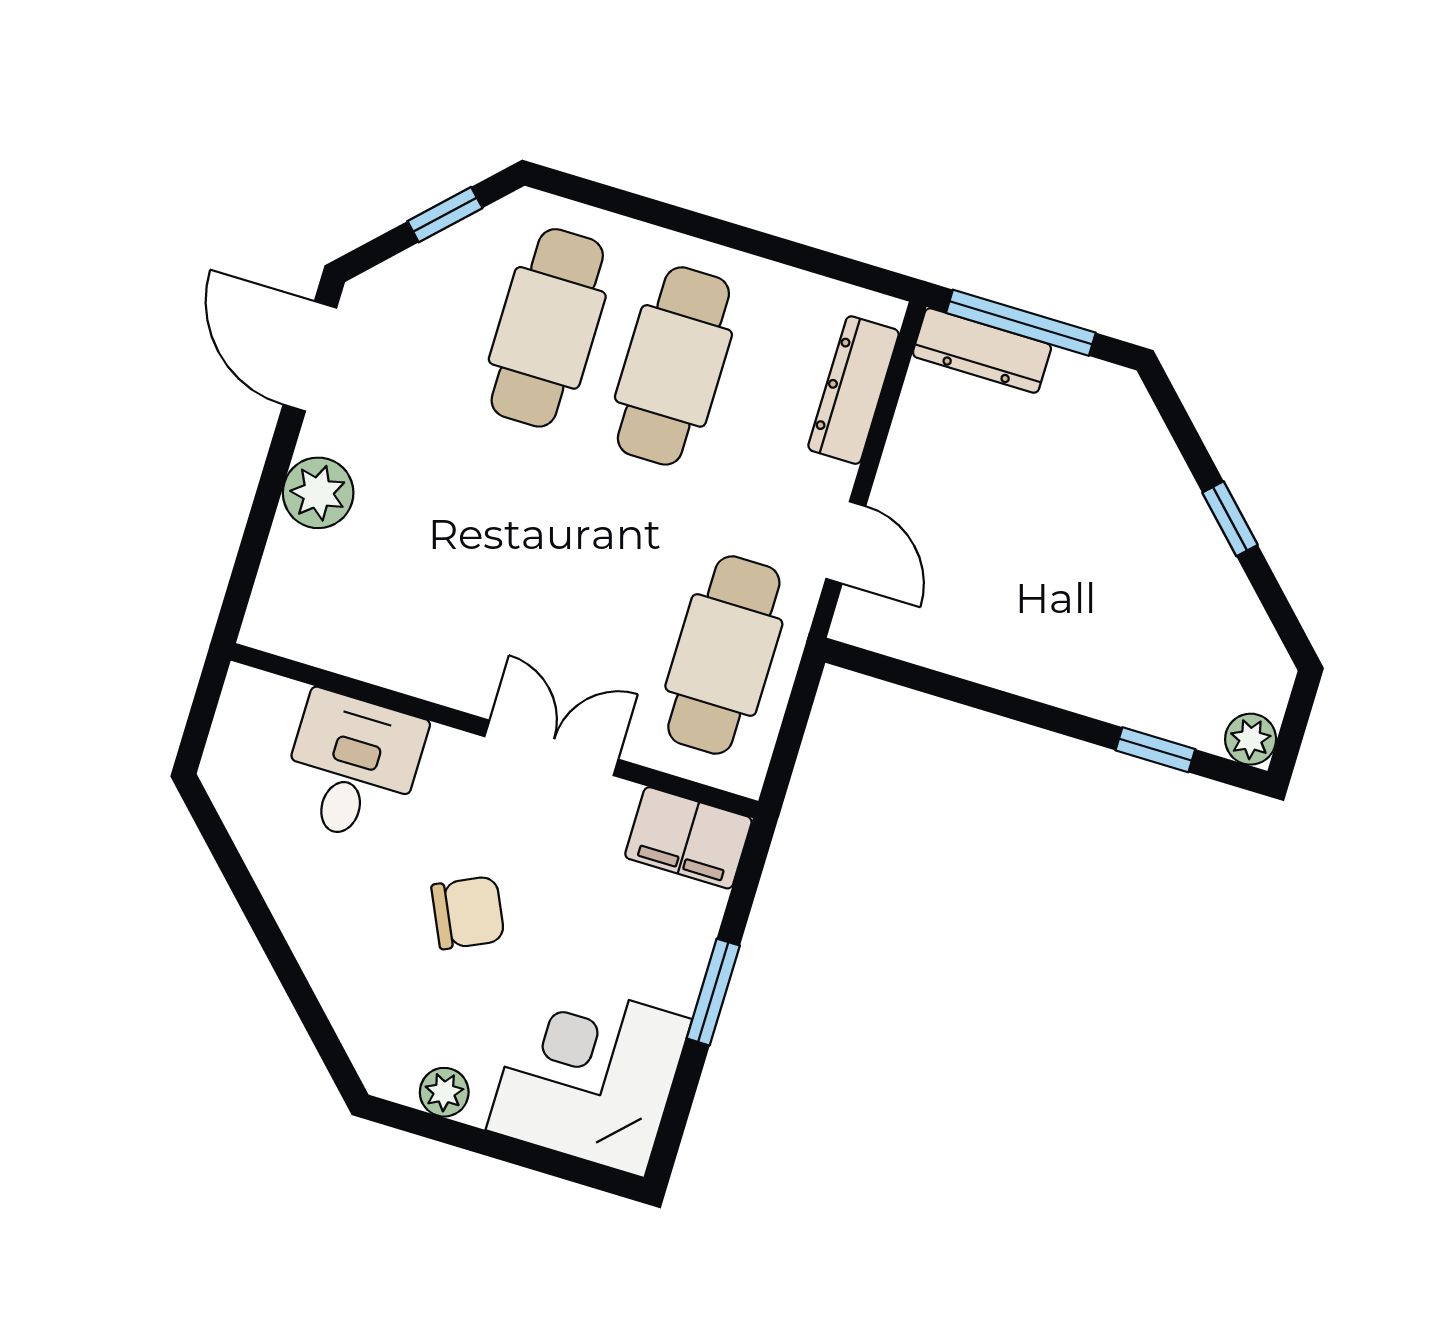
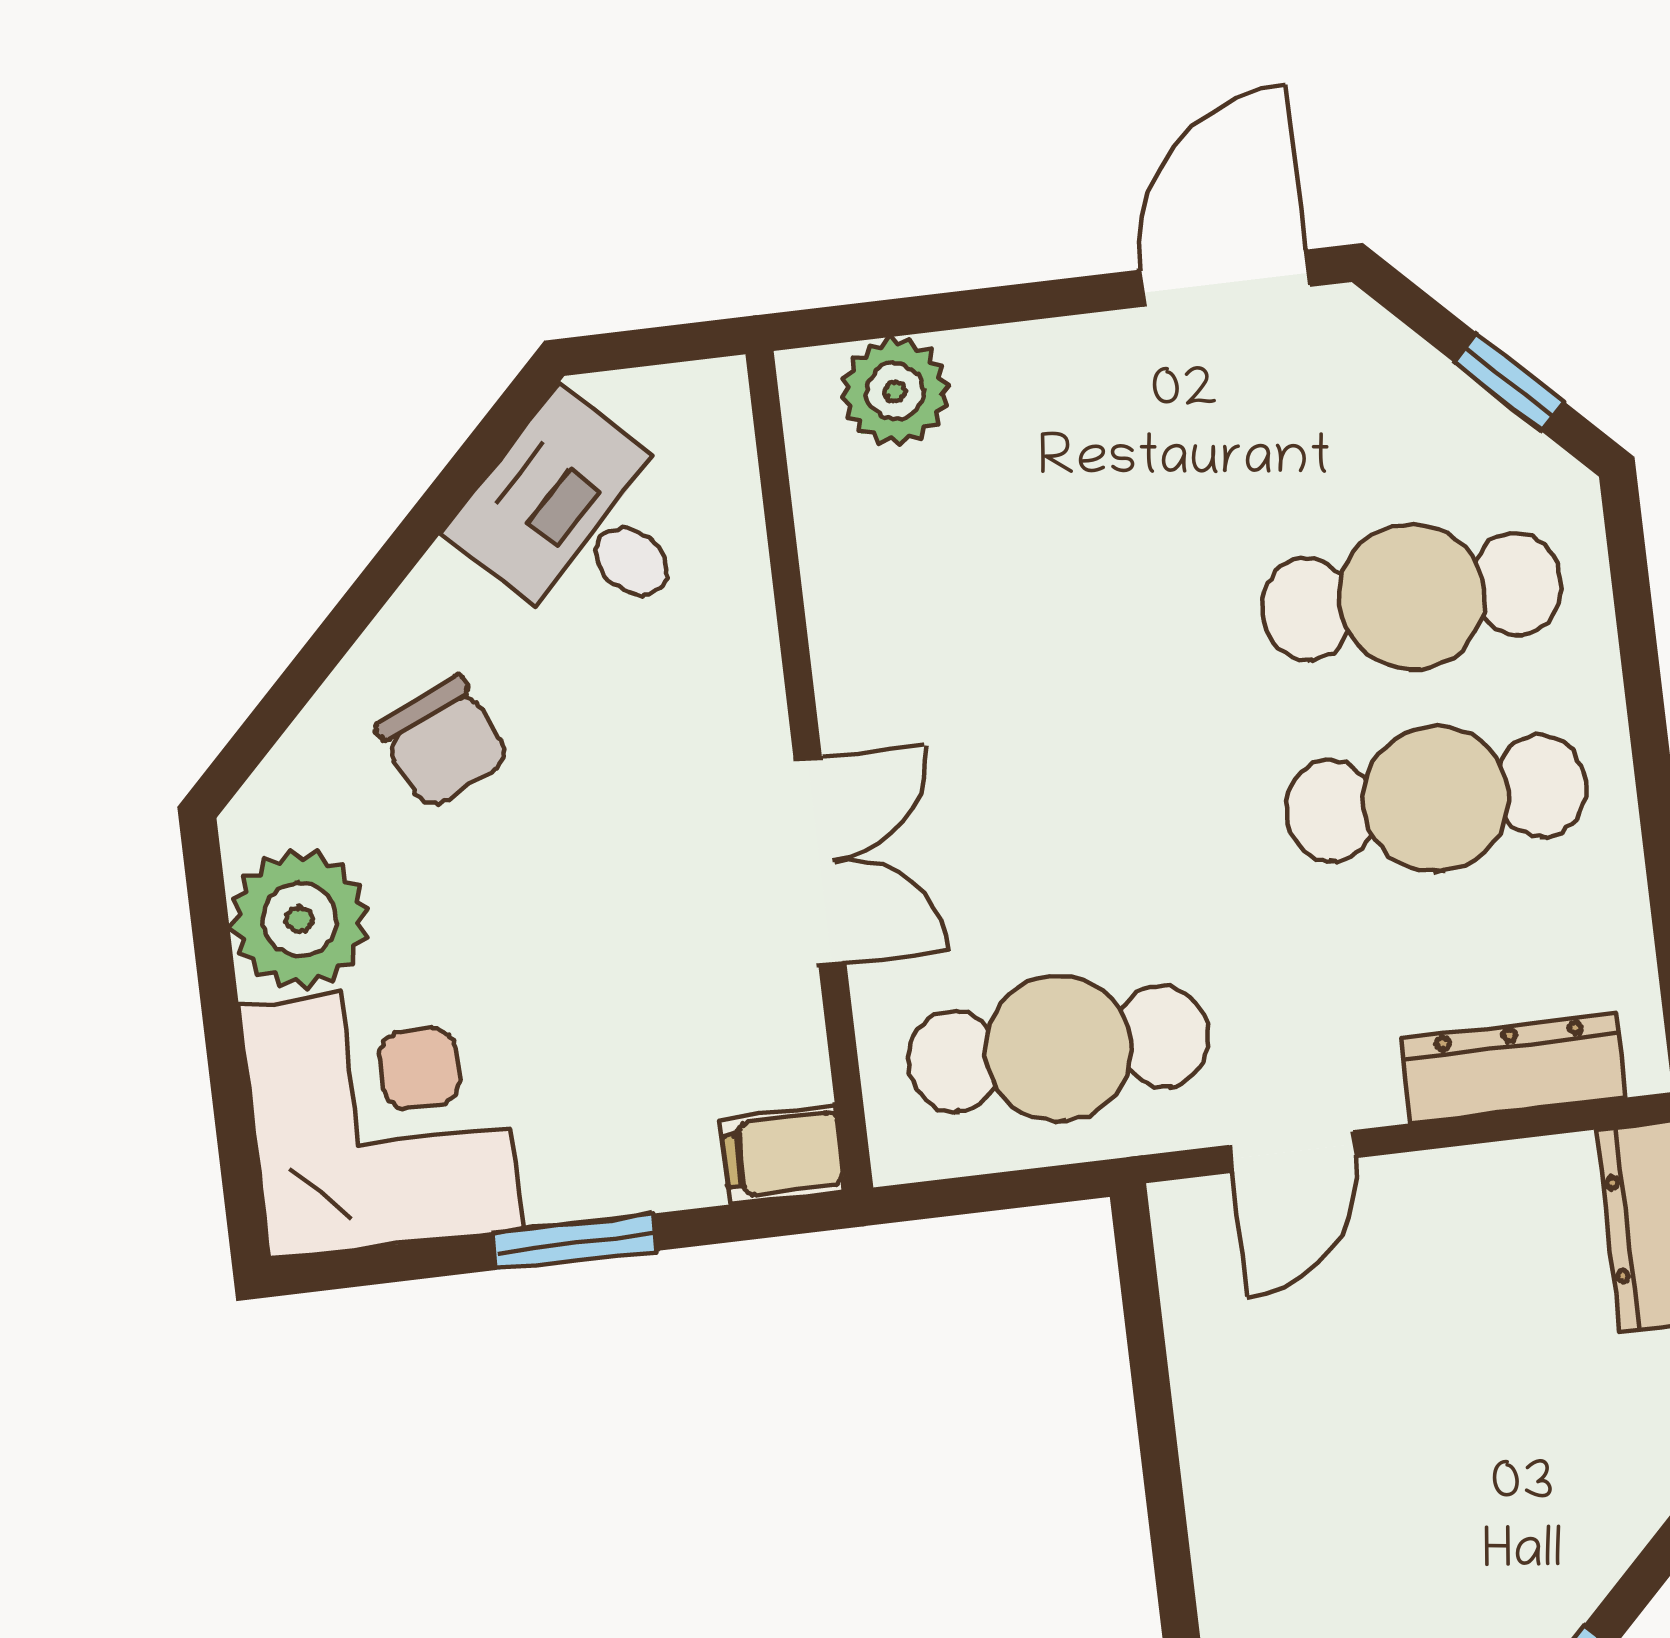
plant: (318, 493) -> (895, 391), moved
desk: (353, 767) -> (581, 522), moved, turned -135
filing cabinet: (688, 838) -> (783, 1155), width x0.50
chair: (468, 913) -> (443, 742), moved
plant: (444, 1092) -> (299, 919), width x1.88, depth x1.88

